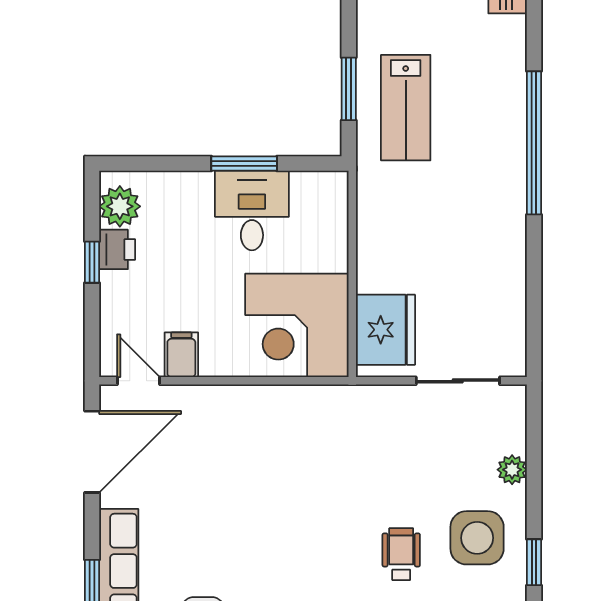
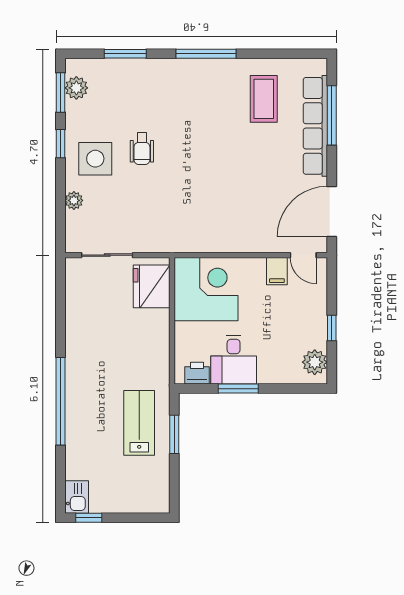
printer: (117, 249) -> (197, 373), moved, turned 90

